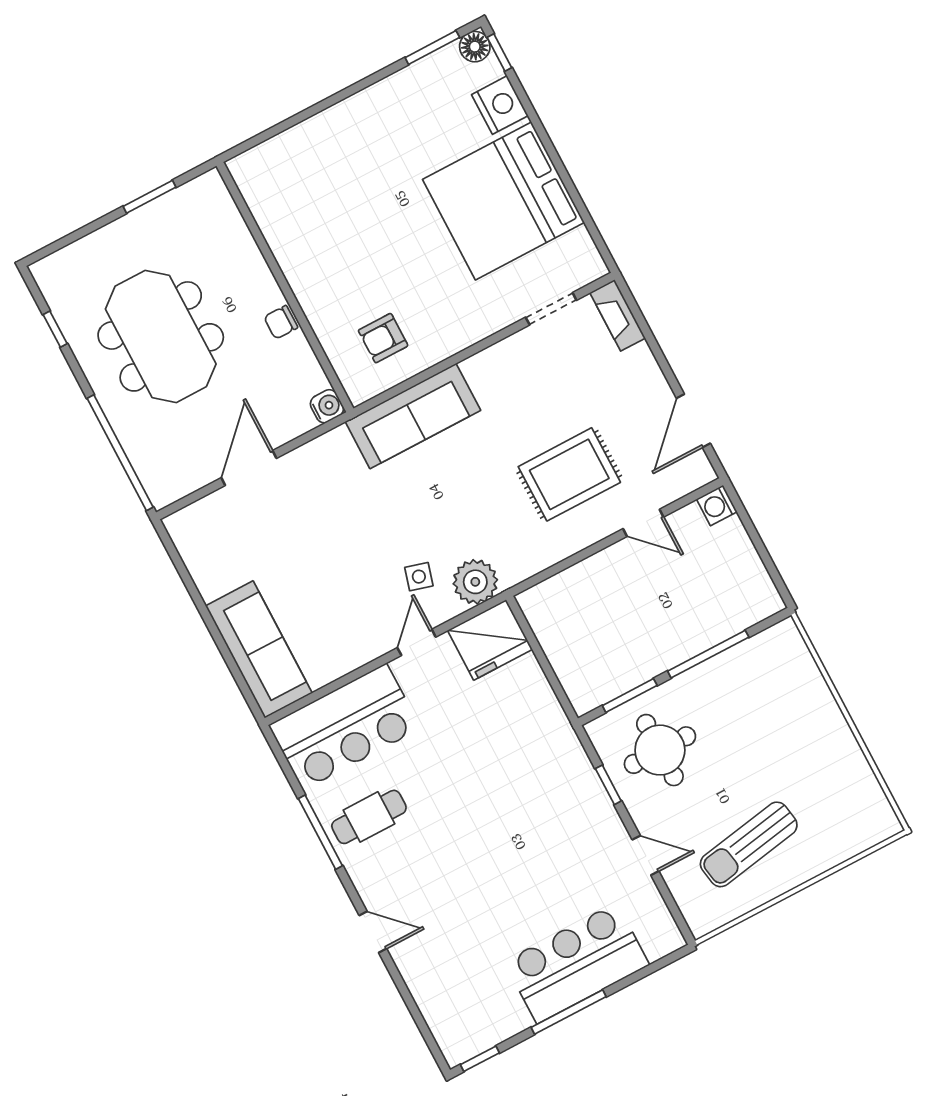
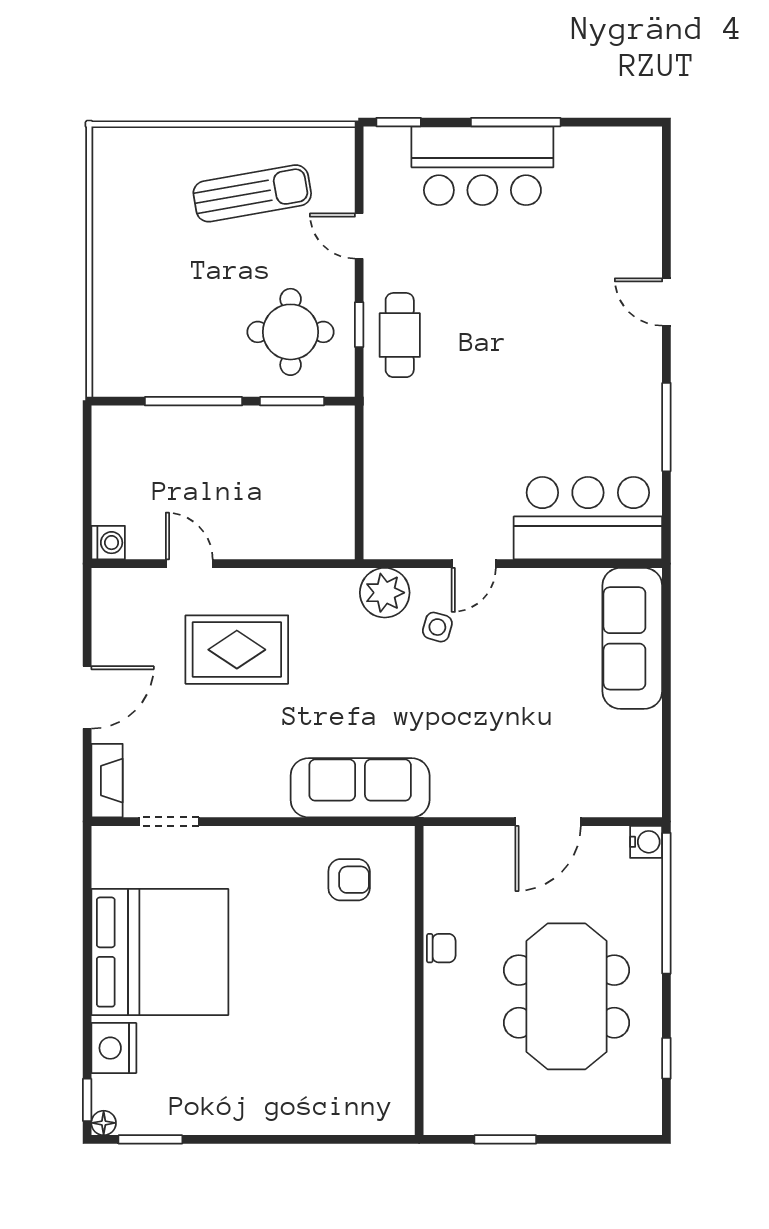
floor lamp: (475, 47) -> (104, 1123), width x0.73, depth x0.73
water cooler: (327, 406) -> (646, 842), moved, turned 180
door: (693, 421) -> (87, 697), moved
fridge: (490, 640) -> (400, 528), removed
cafe table: (369, 817) -> (400, 335), moved, turned 90
window: (480, 1059) -> (399, 122), moved

